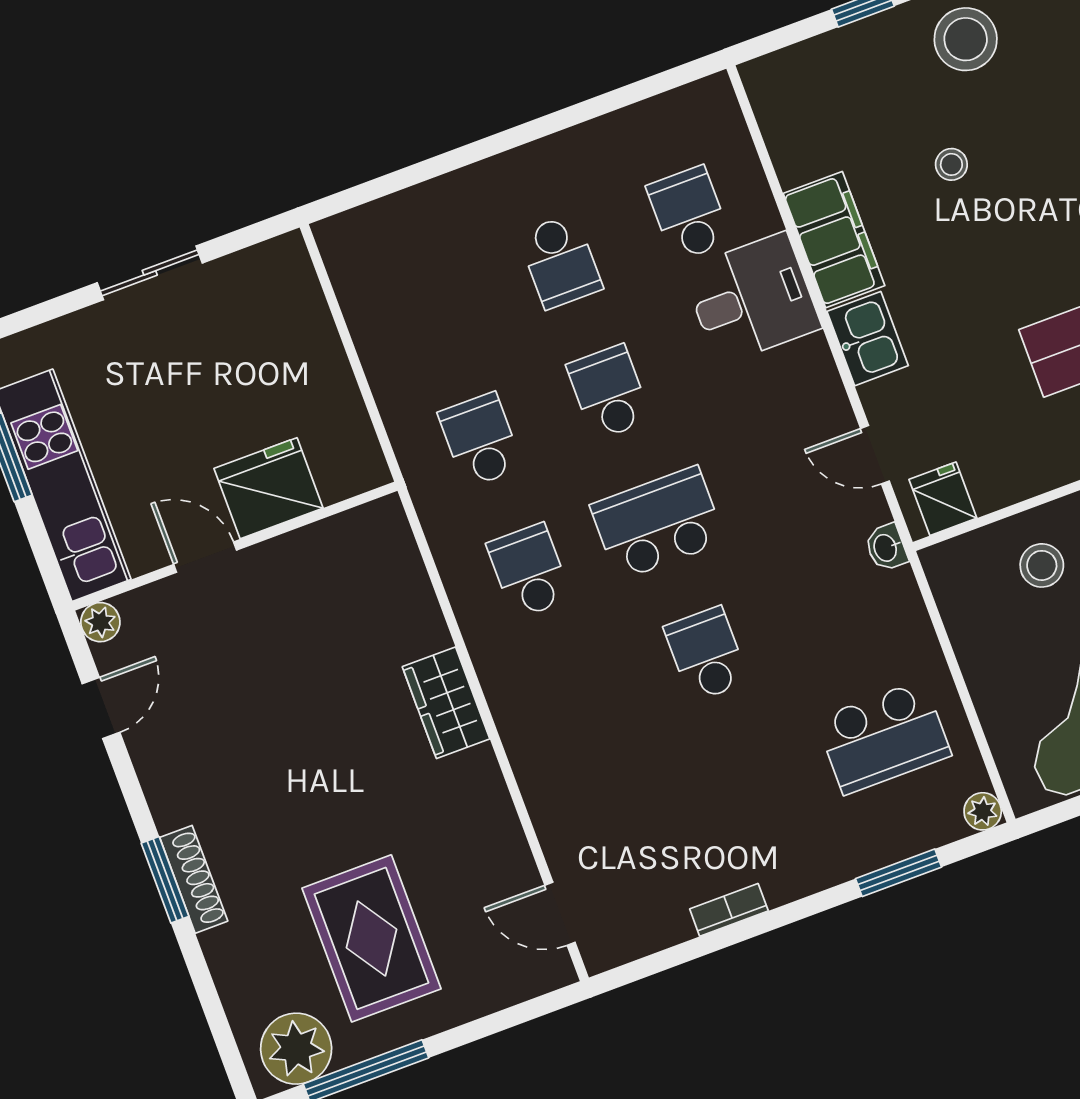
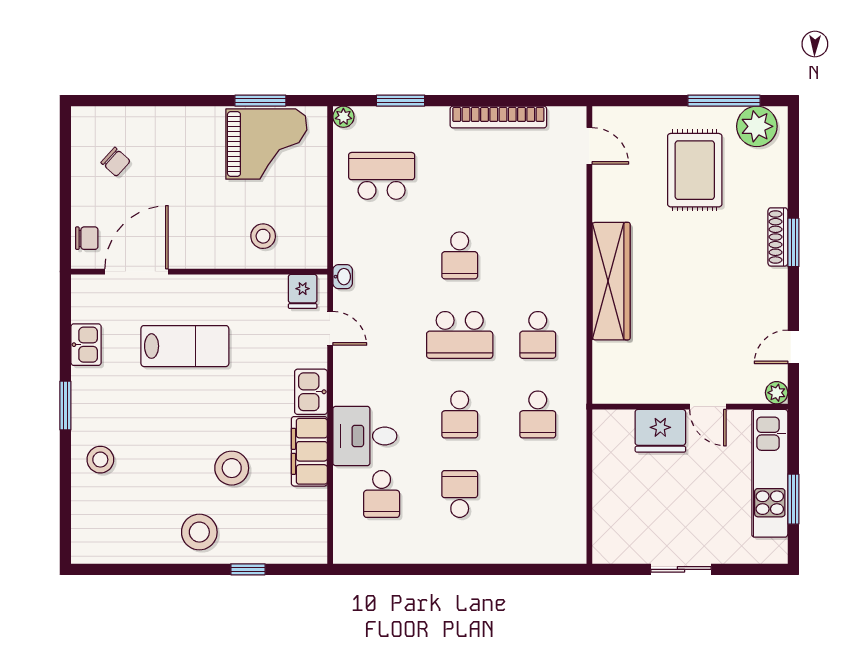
stool: (951, 164) -> (232, 468), width x1.89, depth x1.89
wardrobe: (446, 703) -> (611, 281), width x2.10, depth x1.17
bookcase: (729, 910) -> (498, 117), width x2.31, depth x1.31

